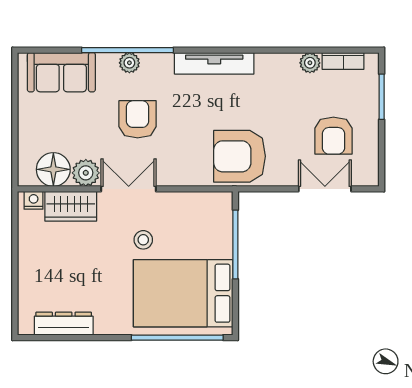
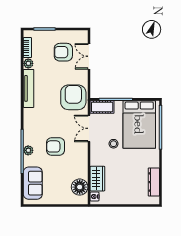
tv unit: (214, 63) -> (29, 88), moved
armchair: (333, 136) -> (63, 52), turned 180
armchair: (240, 156) -> (73, 97), turned 180
plant: (86, 173) -> (81, 171), removed
double door: (129, 189) -> (89, 128), moved
cot: (219, 216) -> (102, 107), added

